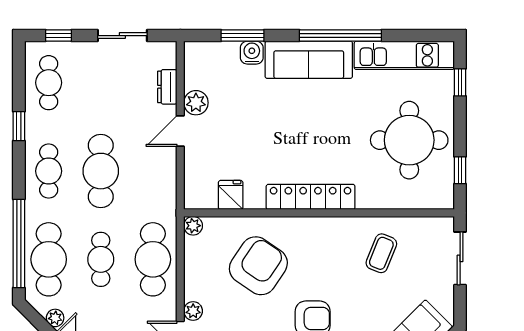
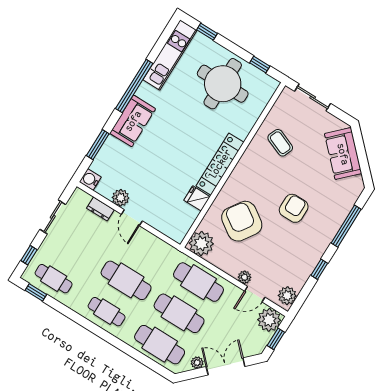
water cooler: (252, 53) -> (90, 179), moved
sofa: (309, 60) -> (133, 121), width x0.73
window: (19, 126) -> (36, 292), moved
fridge: (231, 195) -> (197, 198), moved
plant: (193, 226) -> (201, 243), width x1.87, depth x1.87
window: (19, 244) -> (139, 357), removed
cafe table: (101, 259) -> (179, 313), width x1.37, depth x1.35

